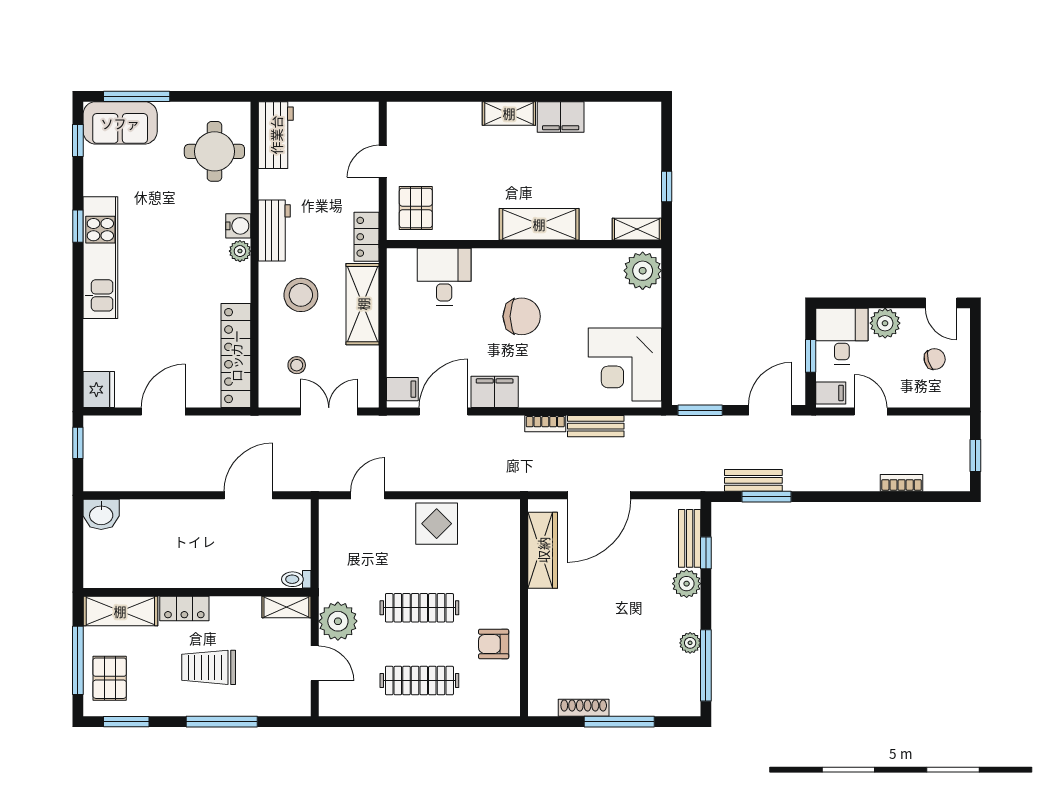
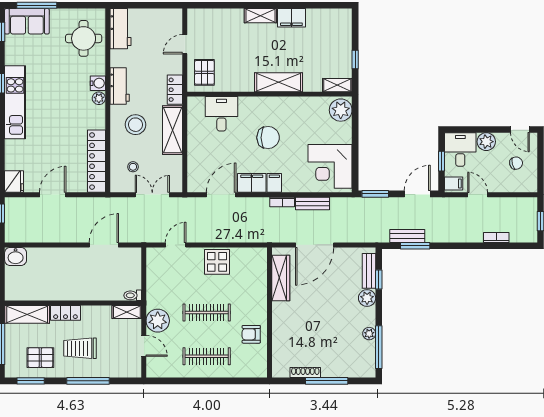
filing cabinet: (402, 389) -> (274, 183), moved, turned -90
pallet: (110, 678) -> (40, 358), moved, turned 90

